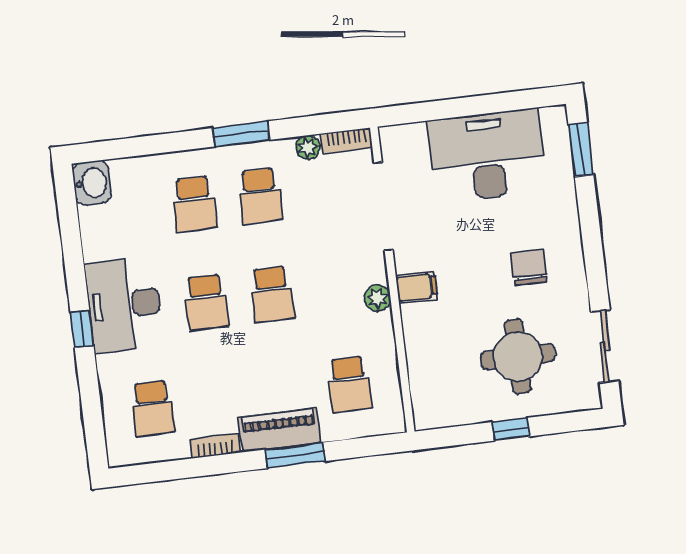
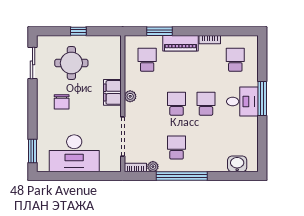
window: (241, 134) -> (182, 176), width x2.11
washbasin: (92, 183) -> (237, 164), moved, turned 90
school desk: (194, 204) -> (206, 148), removed
filing cabinet: (417, 287) -> (112, 92), width x2.00
desk: (124, 305) -> (242, 102), width x0.73
window: (82, 329) -> (262, 98), width x2.17
window: (295, 455) -> (159, 31), moved

